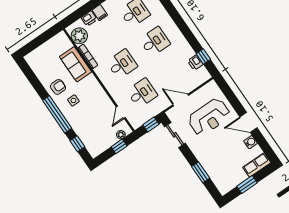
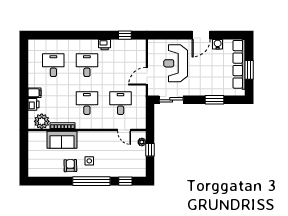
printer: (195, 63) -> (105, 45), moved
reception desk: (209, 117) -> (176, 63), turned 180
window: (151, 125) -> (150, 113), removed
row of seats: (257, 165) -> (239, 64), width x2.02

